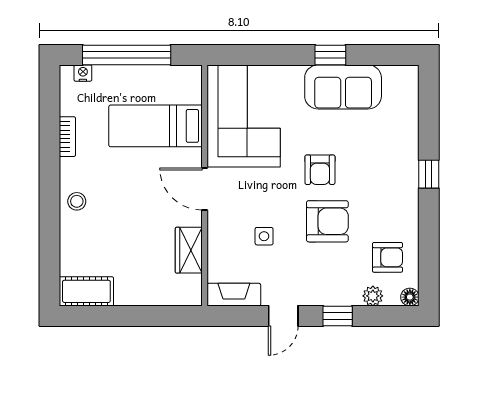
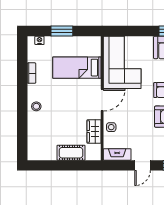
window: (127, 55) -> (62, 31), width x0.47
door: (205, 189) -> (102, 100), swing flipped
side table: (264, 236) -> (111, 127), moved
cot: (86, 291) -> (71, 153), moved

